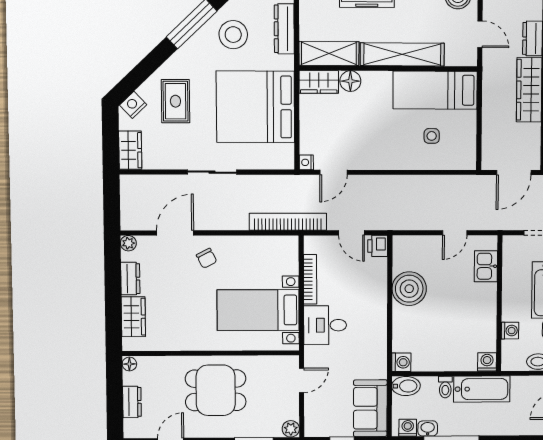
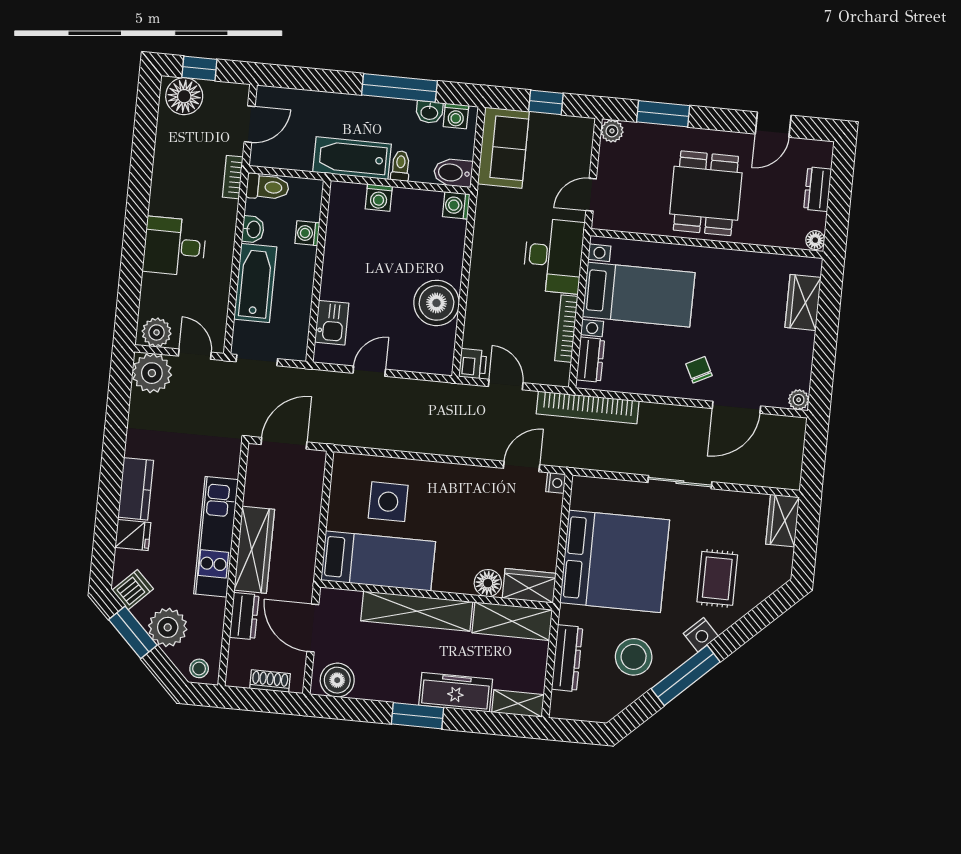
door: (480, 34) -> (313, 628), width x1.38
nightstand: (133, 105) -> (701, 635), moved
side table: (432, 136) -> (388, 502), width x1.87, depth x1.87
dresser: (130, 279) -> (590, 360), moved, turned 180
desk: (325, 325) -> (554, 256), width x1.37
washing machine: (487, 362) -> (379, 198), moved
dining table: (216, 390) -> (706, 193), turned 90

